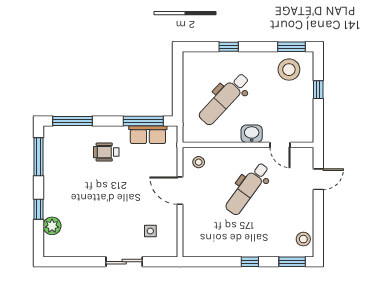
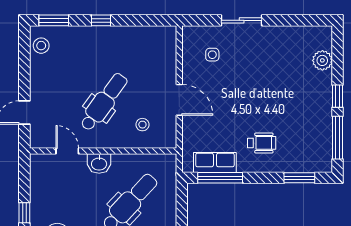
window: (72, 121) -> (299, 178), width x0.69
stool: (199, 162) -> (142, 125), moved
window: (38, 209) -> (337, 96), moved

